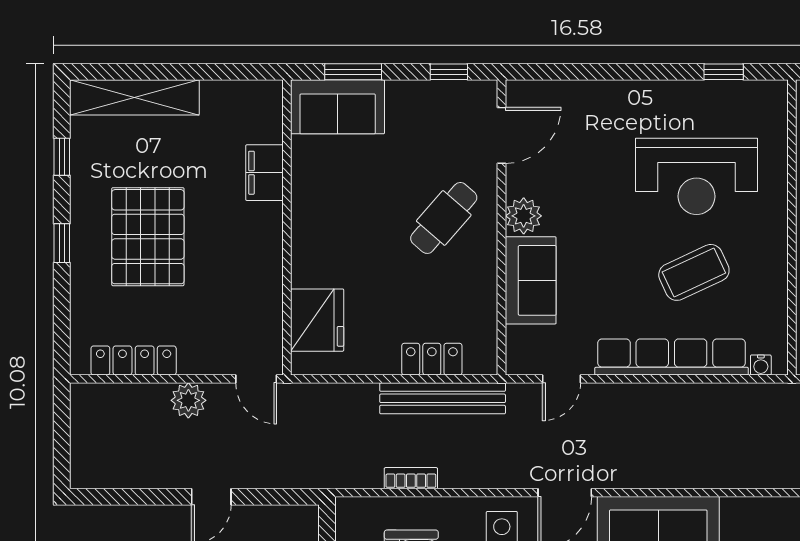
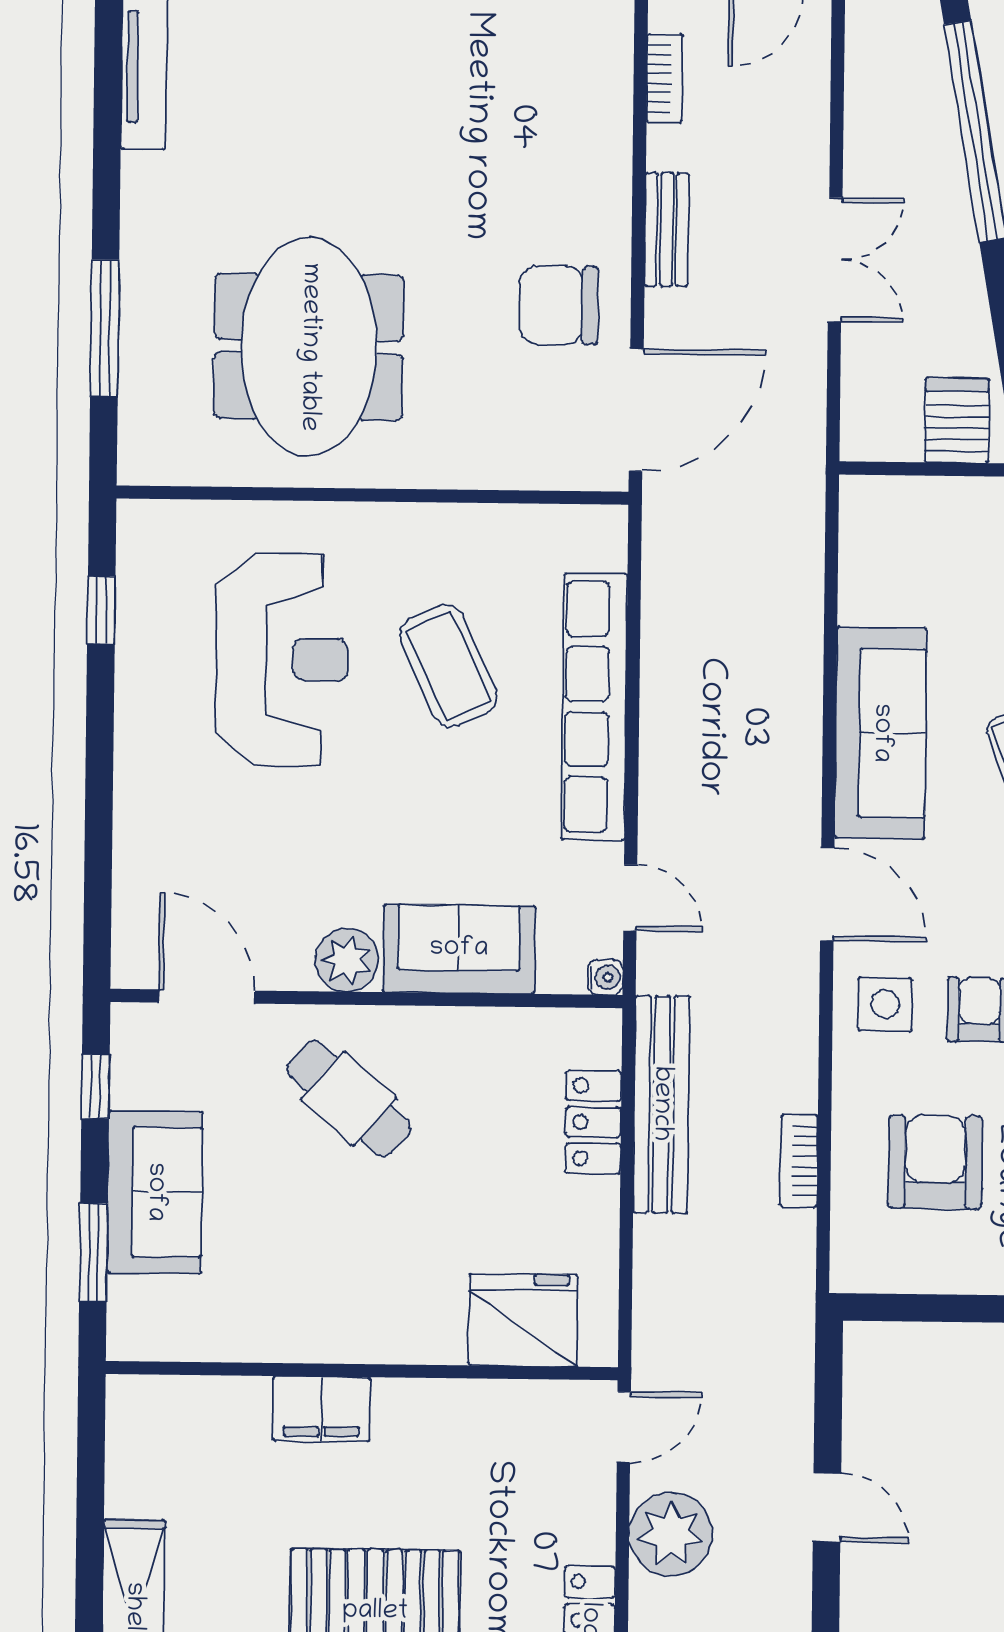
sofa: (338, 107) -> (155, 1192), moved
filing cabinet: (264, 173) -> (321, 1409), moved
water cooler: (761, 365) -> (605, 977), moved
plant: (188, 400) -> (671, 1534), width x1.36, depth x1.36

